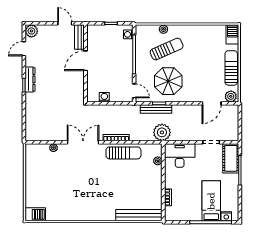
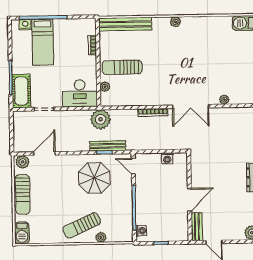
sun lounger: (167, 49) -> (82, 225), moved
sun lounger: (123, 153) -> (122, 67), moved
plant: (95, 216) -> (175, 22), added

